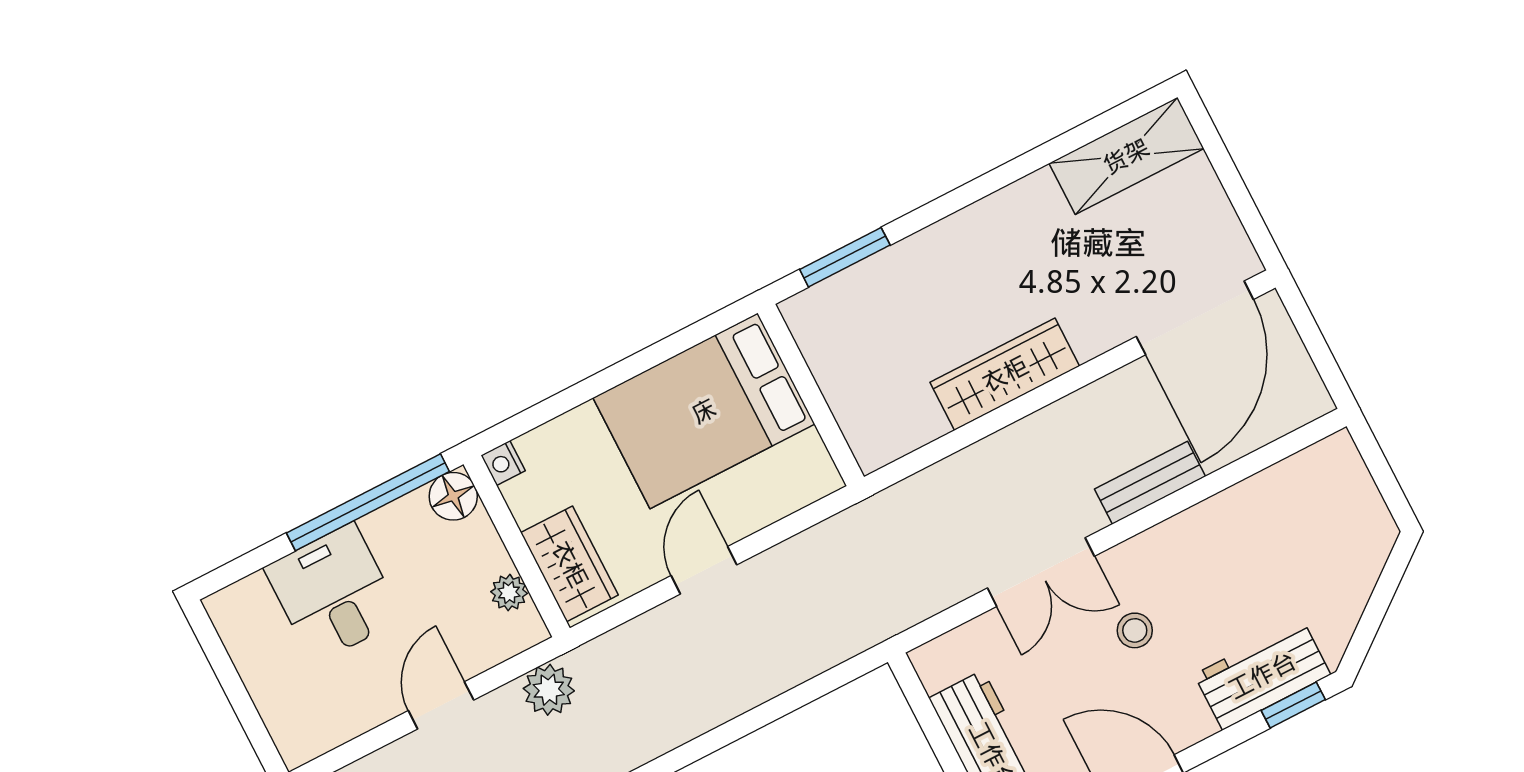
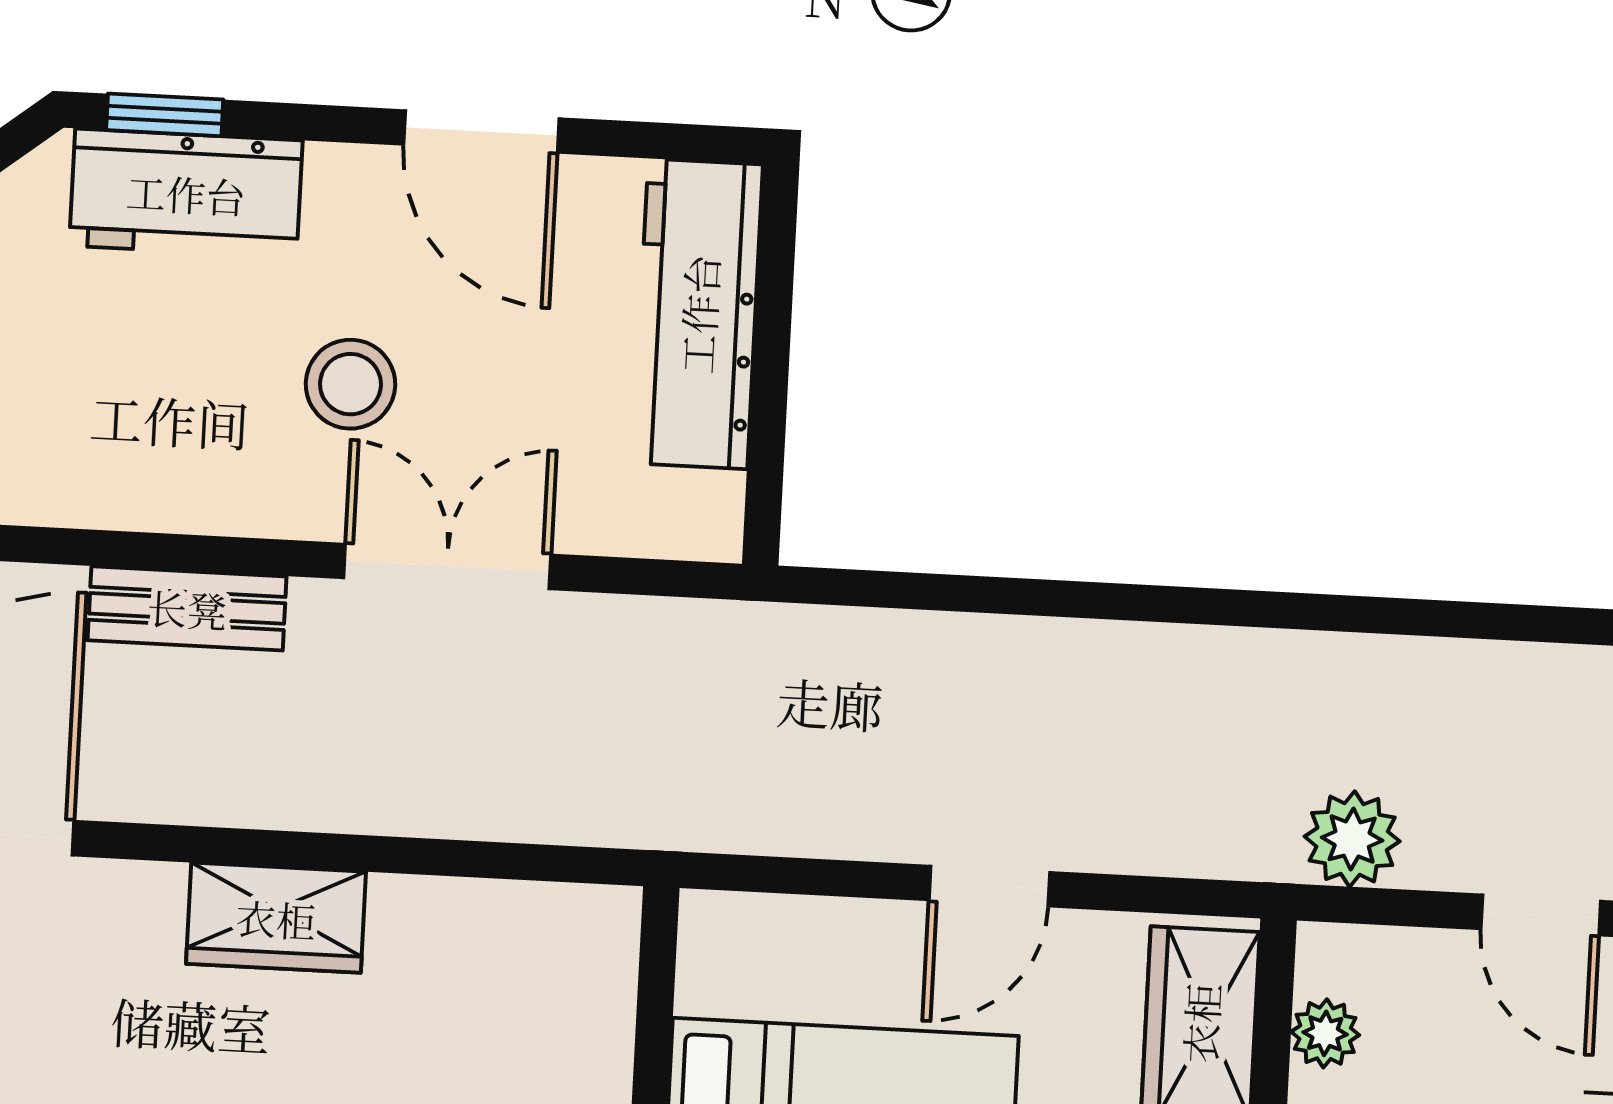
wardrobe: (1005, 374) -> (276, 918), width x0.67
stool: (1135, 630) -> (350, 384), width x1.37, depth x1.37
door: (441, 705) -> (1541, 915), hinge flipped

